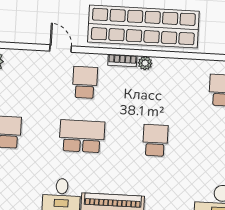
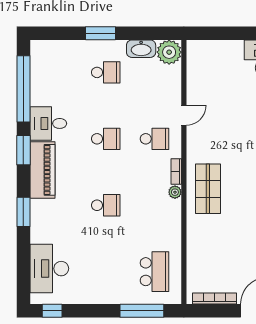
shop shelf: (143, 27) -> (208, 189), width x0.50, depth x0.74
school desk: (82, 136) -> (106, 139), width x0.54

